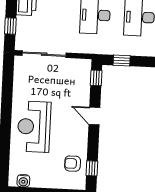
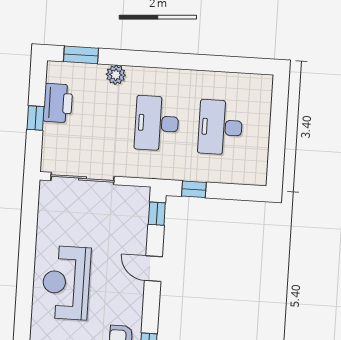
window: (10, 26) -> (36, 118), moved

